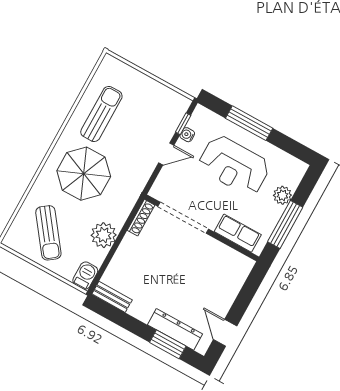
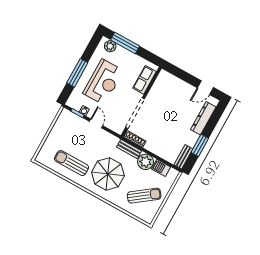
plant: (282, 195) -> (110, 46), moved
bench: (125, 208) -> (129, 149), added
window: (285, 224) -> (125, 43), moved
barbecue: (85, 276) -> (161, 168), moved
window: (168, 344) -> (200, 145), moved

